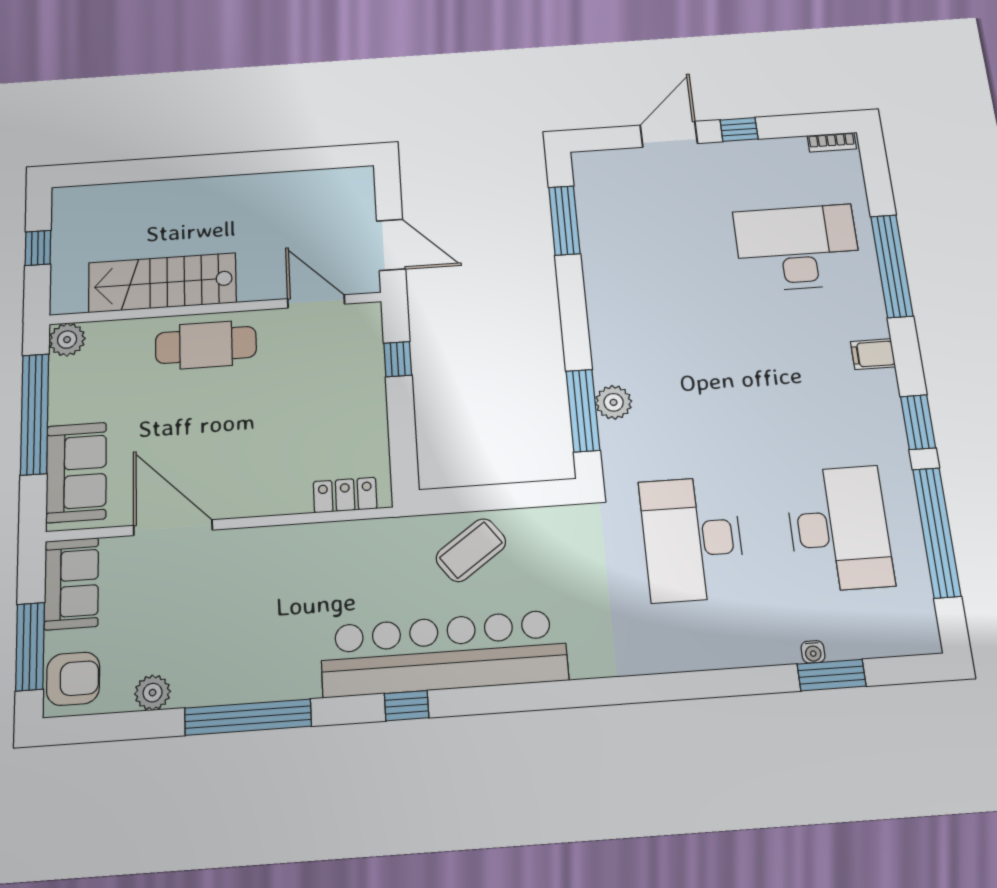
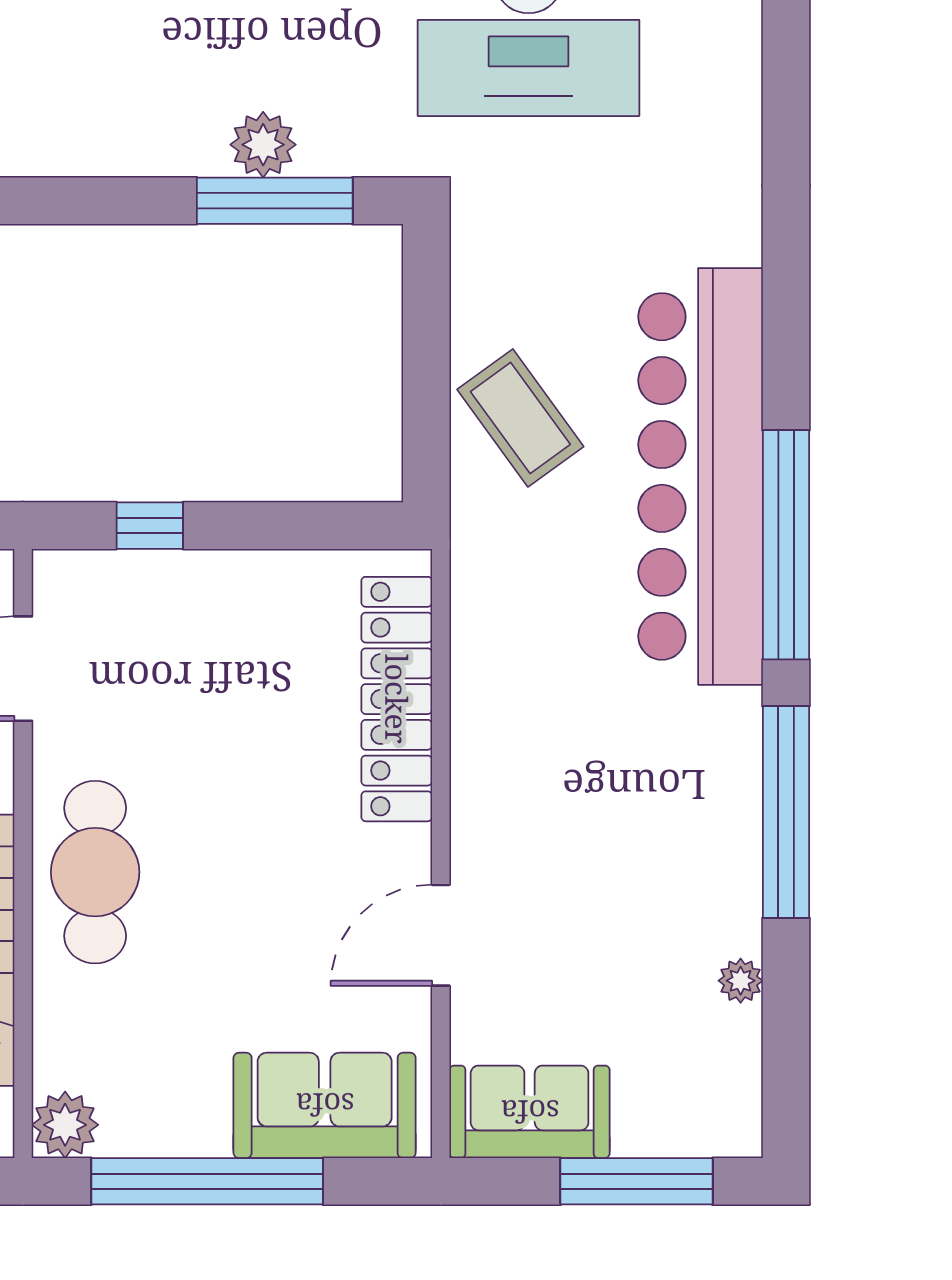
locker: (345, 495) -> (397, 699), width x2.16, depth x1.21
door: (173, 528) -> (441, 935), width x0.73
armchair: (73, 679) -> (698, 1107), removed
plant: (153, 693) -> (741, 981), width x0.73, depth x0.73
window: (407, 706) -> (786, 545), width x3.17

